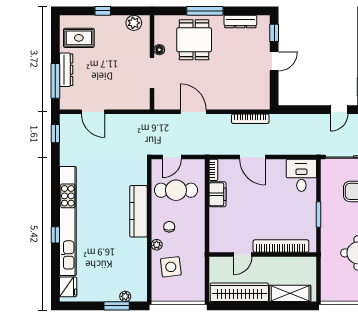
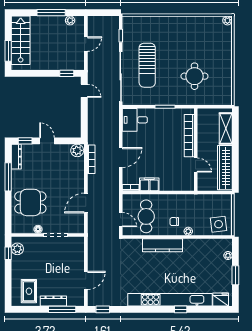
window: (103, 11) -> (8, 253), moved
window: (205, 11) -> (8, 177), moved
dresser: (240, 22) -> (16, 157), moved
plant: (262, 101) -> (77, 150), added
side table: (171, 267) -> (219, 224), moved
window: (117, 306) -> (235, 275), moved

